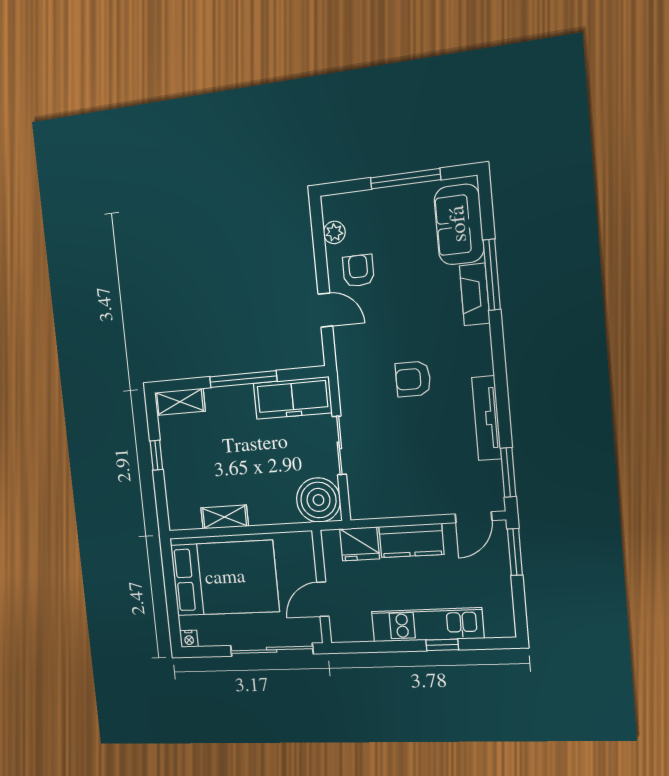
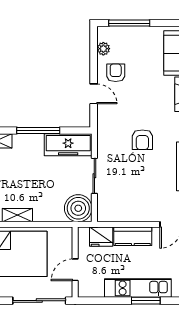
window: (405, 179) -> (129, 23), moved
armchair: (413, 379) -> (142, 140), turned -90
window: (442, 645) -> (146, 301), width x1.50

